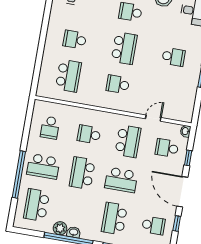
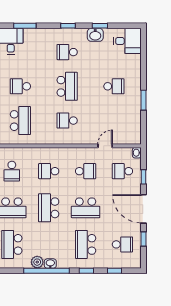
school desk: (128, 141) -> (86, 171), width x0.54

